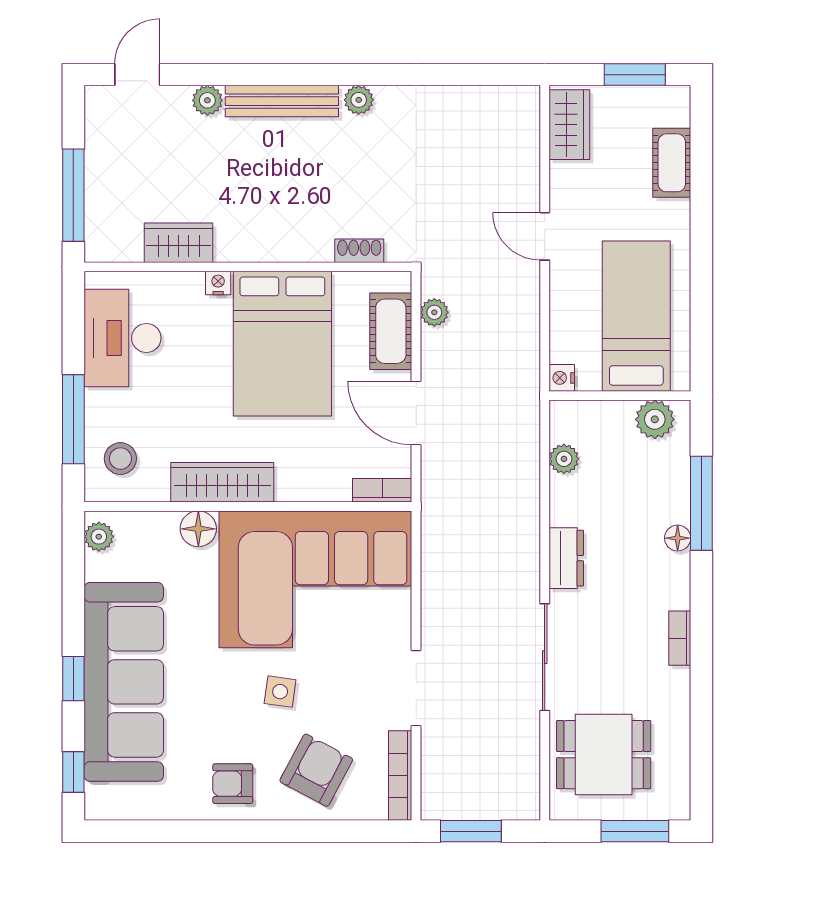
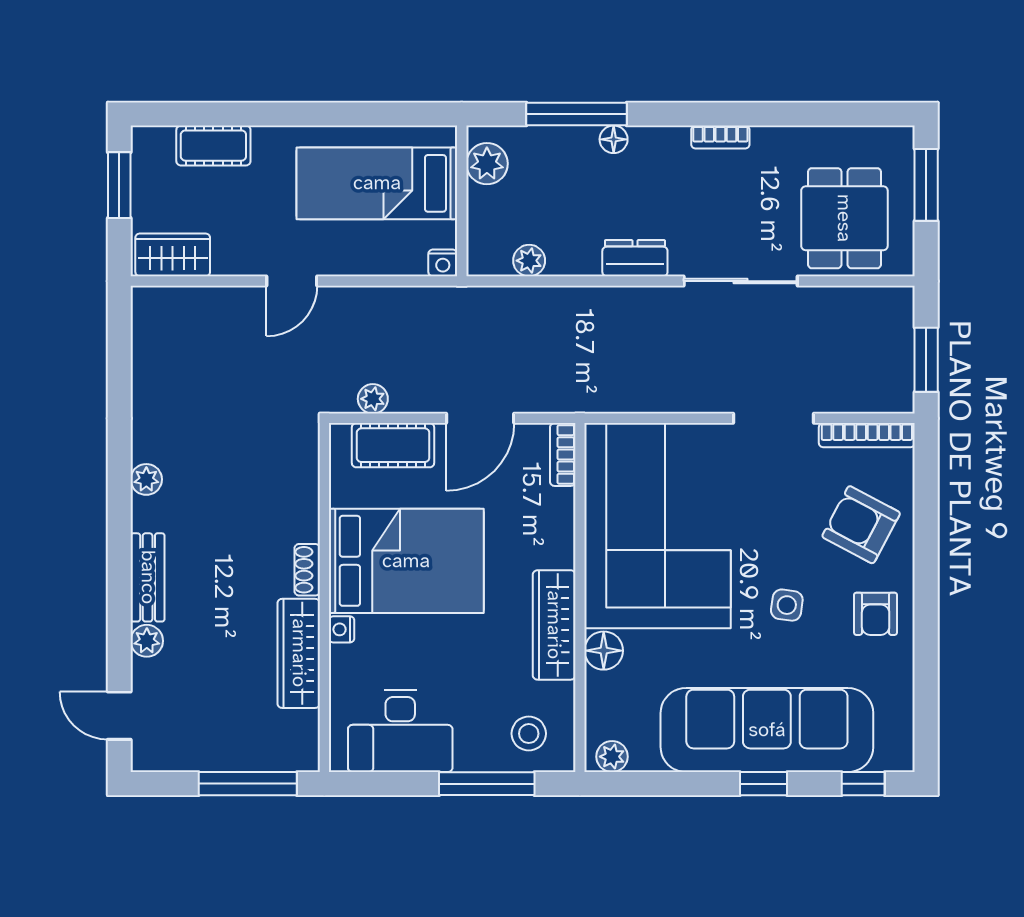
bench: (282, 101) -> (148, 577), width x0.73
wardrobe: (179, 243) -> (299, 653), width x1.50
shoe rack: (359, 251) -> (307, 570), moved
side table: (280, 692) -> (787, 605), moved

